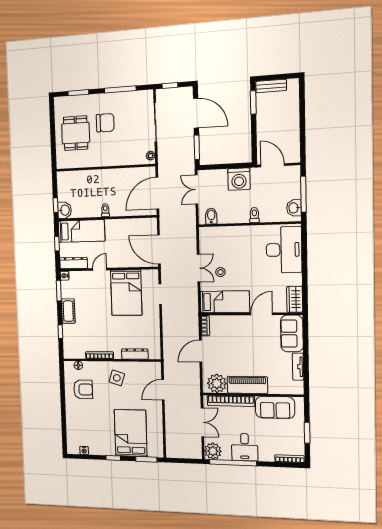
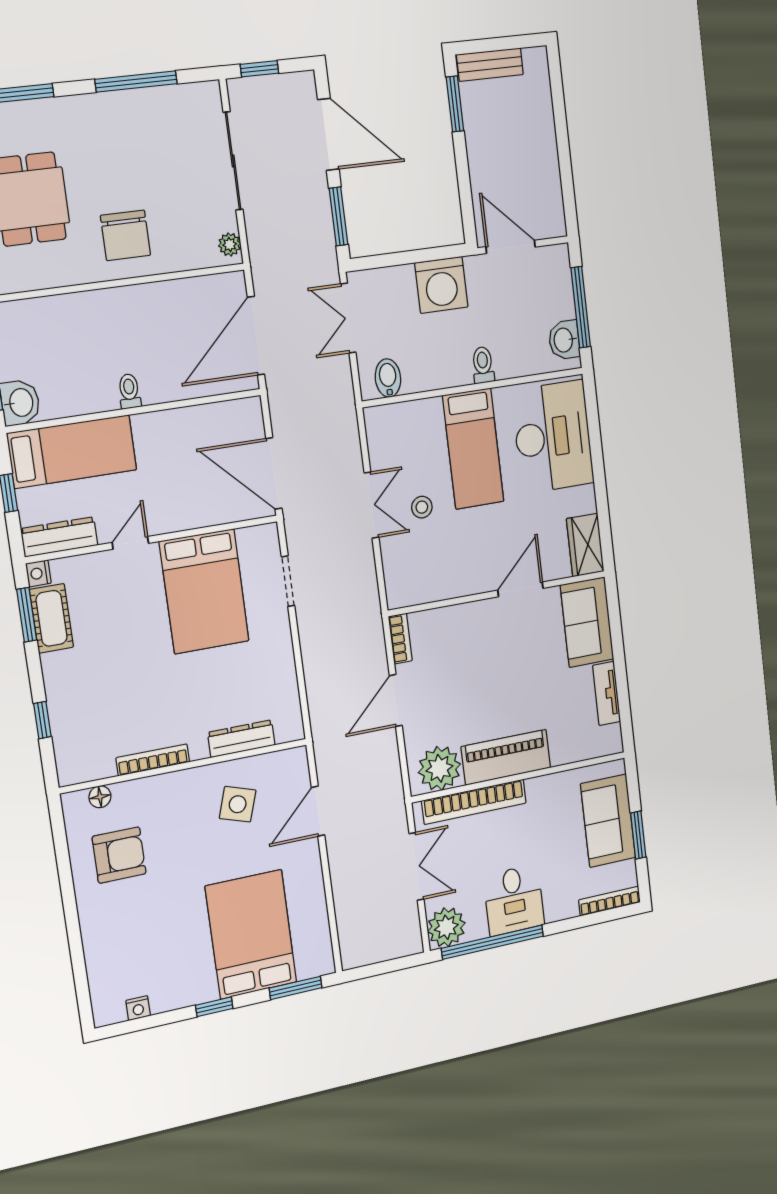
chair: (105, 123) -> (126, 235), moved, turned 90
bed: (225, 302) -> (473, 449), moved, turned 90
cot: (68, 311) -> (51, 618), moved
side table: (117, 378) -> (238, 804), moved
sofa: (275, 407) -> (608, 821), moved, turned 90

